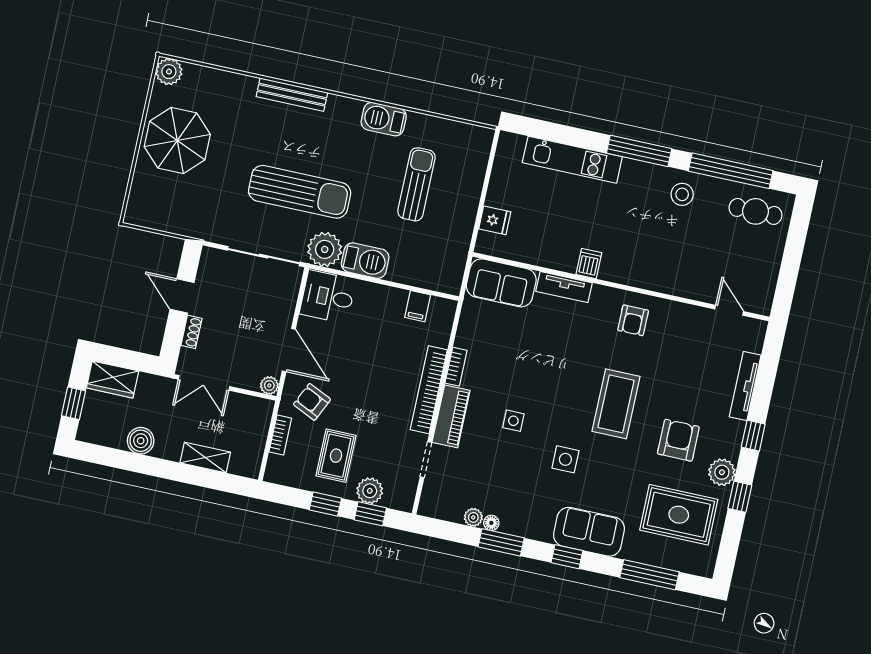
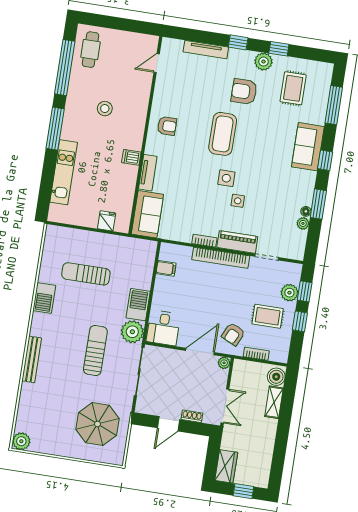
parasol: (177, 141) -> (98, 424), moved
sun lounger: (300, 192) -> (95, 351), width x0.73, depth x0.75
stool: (682, 194) -> (105, 109), moved
coffee table: (616, 404) -> (223, 134), turned 90
boiler: (141, 441) -> (276, 377), moved
side table: (565, 459) -> (226, 178), moved
rug: (679, 515) -> (293, 88), width x0.73, depth x0.70

